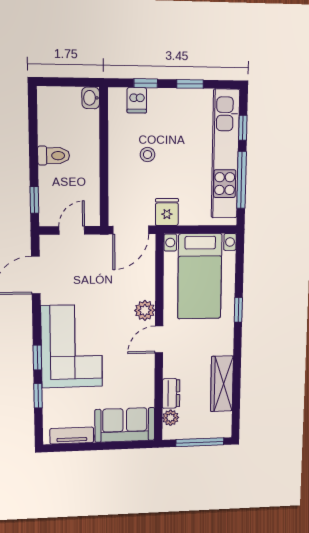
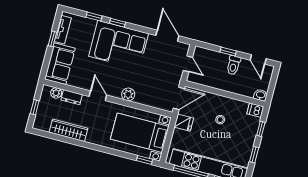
dishwasher: (137, 100) -> (255, 110), moved
door: (33, 117) -> (258, 59), added
window: (34, 200) -> (228, 52), moved
door: (131, 230) -> (179, 98), swing flipped
window: (238, 310) -> (144, 160), moved
door: (159, 339) -> (98, 96), moved
window: (200, 442) -> (35, 107), width x0.46
window: (90, 447) -> (52, 39), added

